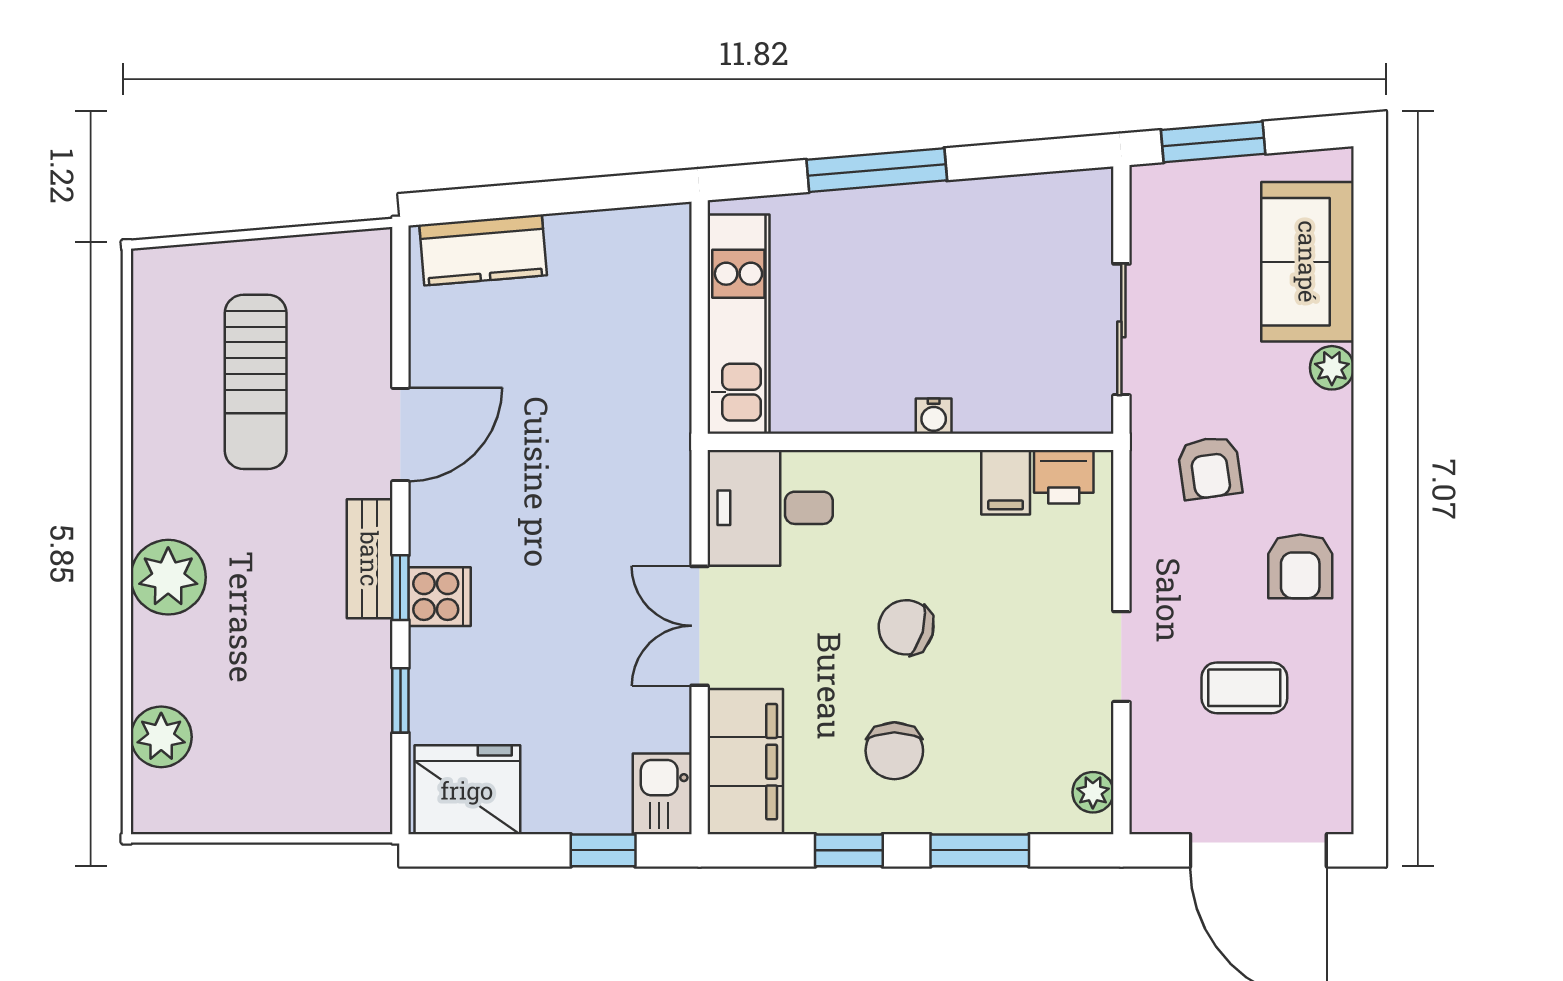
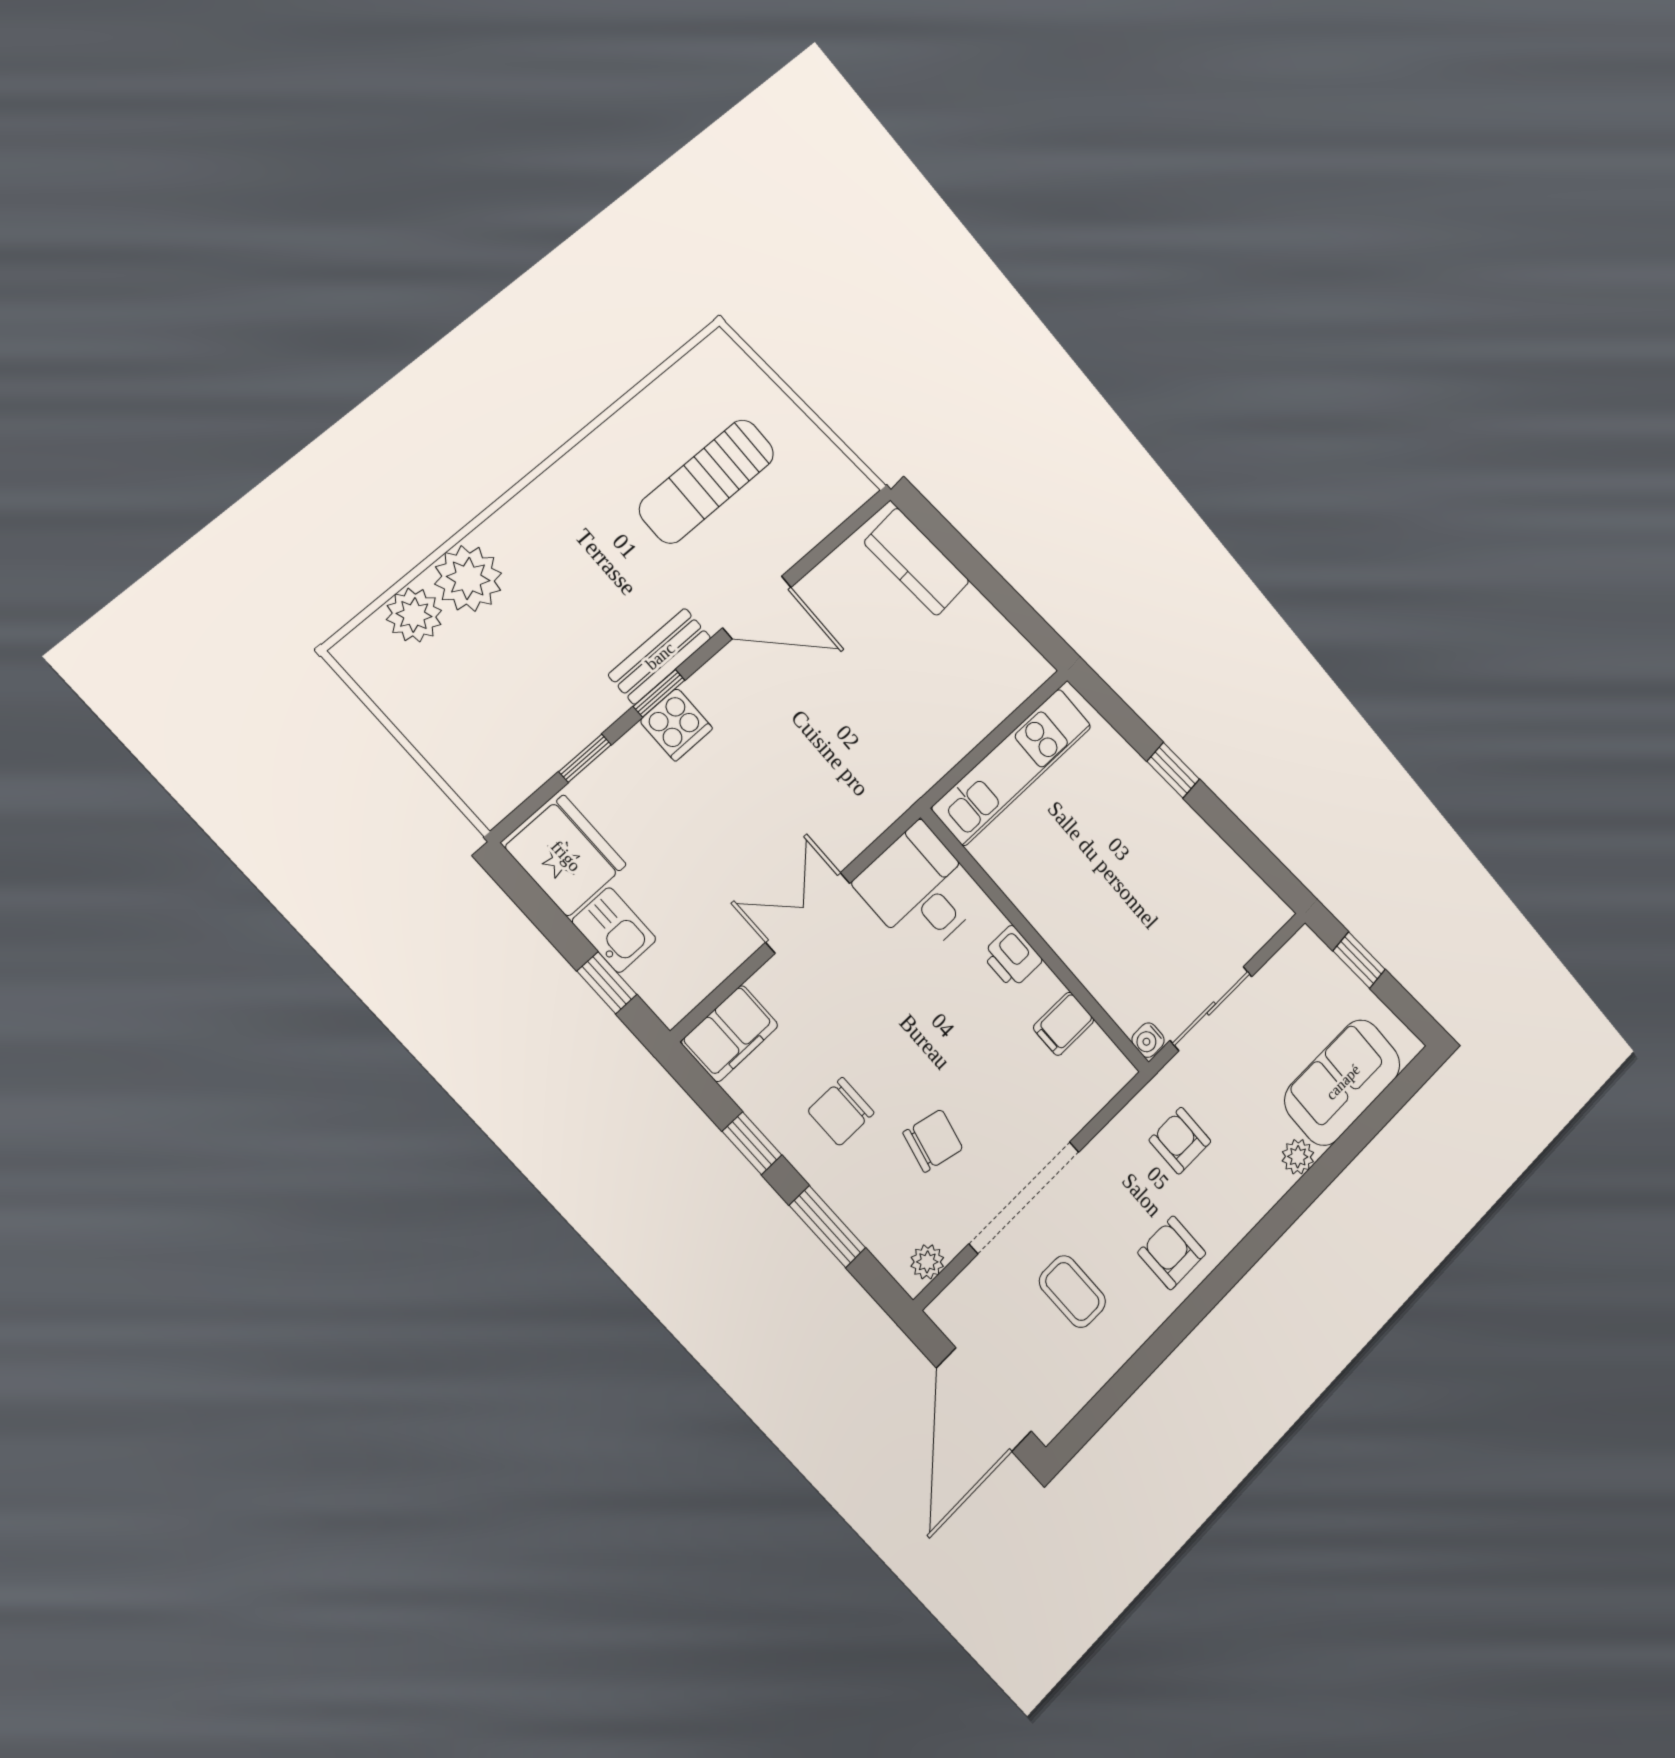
window: (1213, 142) -> (1359, 960), width x0.67
window: (877, 170) -> (1173, 770), width x0.46
water cooler: (934, 416) -> (1148, 1040), moved
armchair: (1210, 468) -> (1180, 1141), turned 98
printer: (1064, 477) -> (1012, 957), moved
armchair: (1300, 566) -> (1172, 1253), turned 90
plant: (168, 577) -> (468, 579), moved
chair: (906, 627) -> (933, 1141), moved, turned 87
doorway: (1121, 657) -> (1024, 1198), width x1.88
filing cabinet: (745, 762) -> (730, 1034), width x0.67, depth x0.86
kitchen sink: (662, 794) -> (614, 930), moved, turned 90

